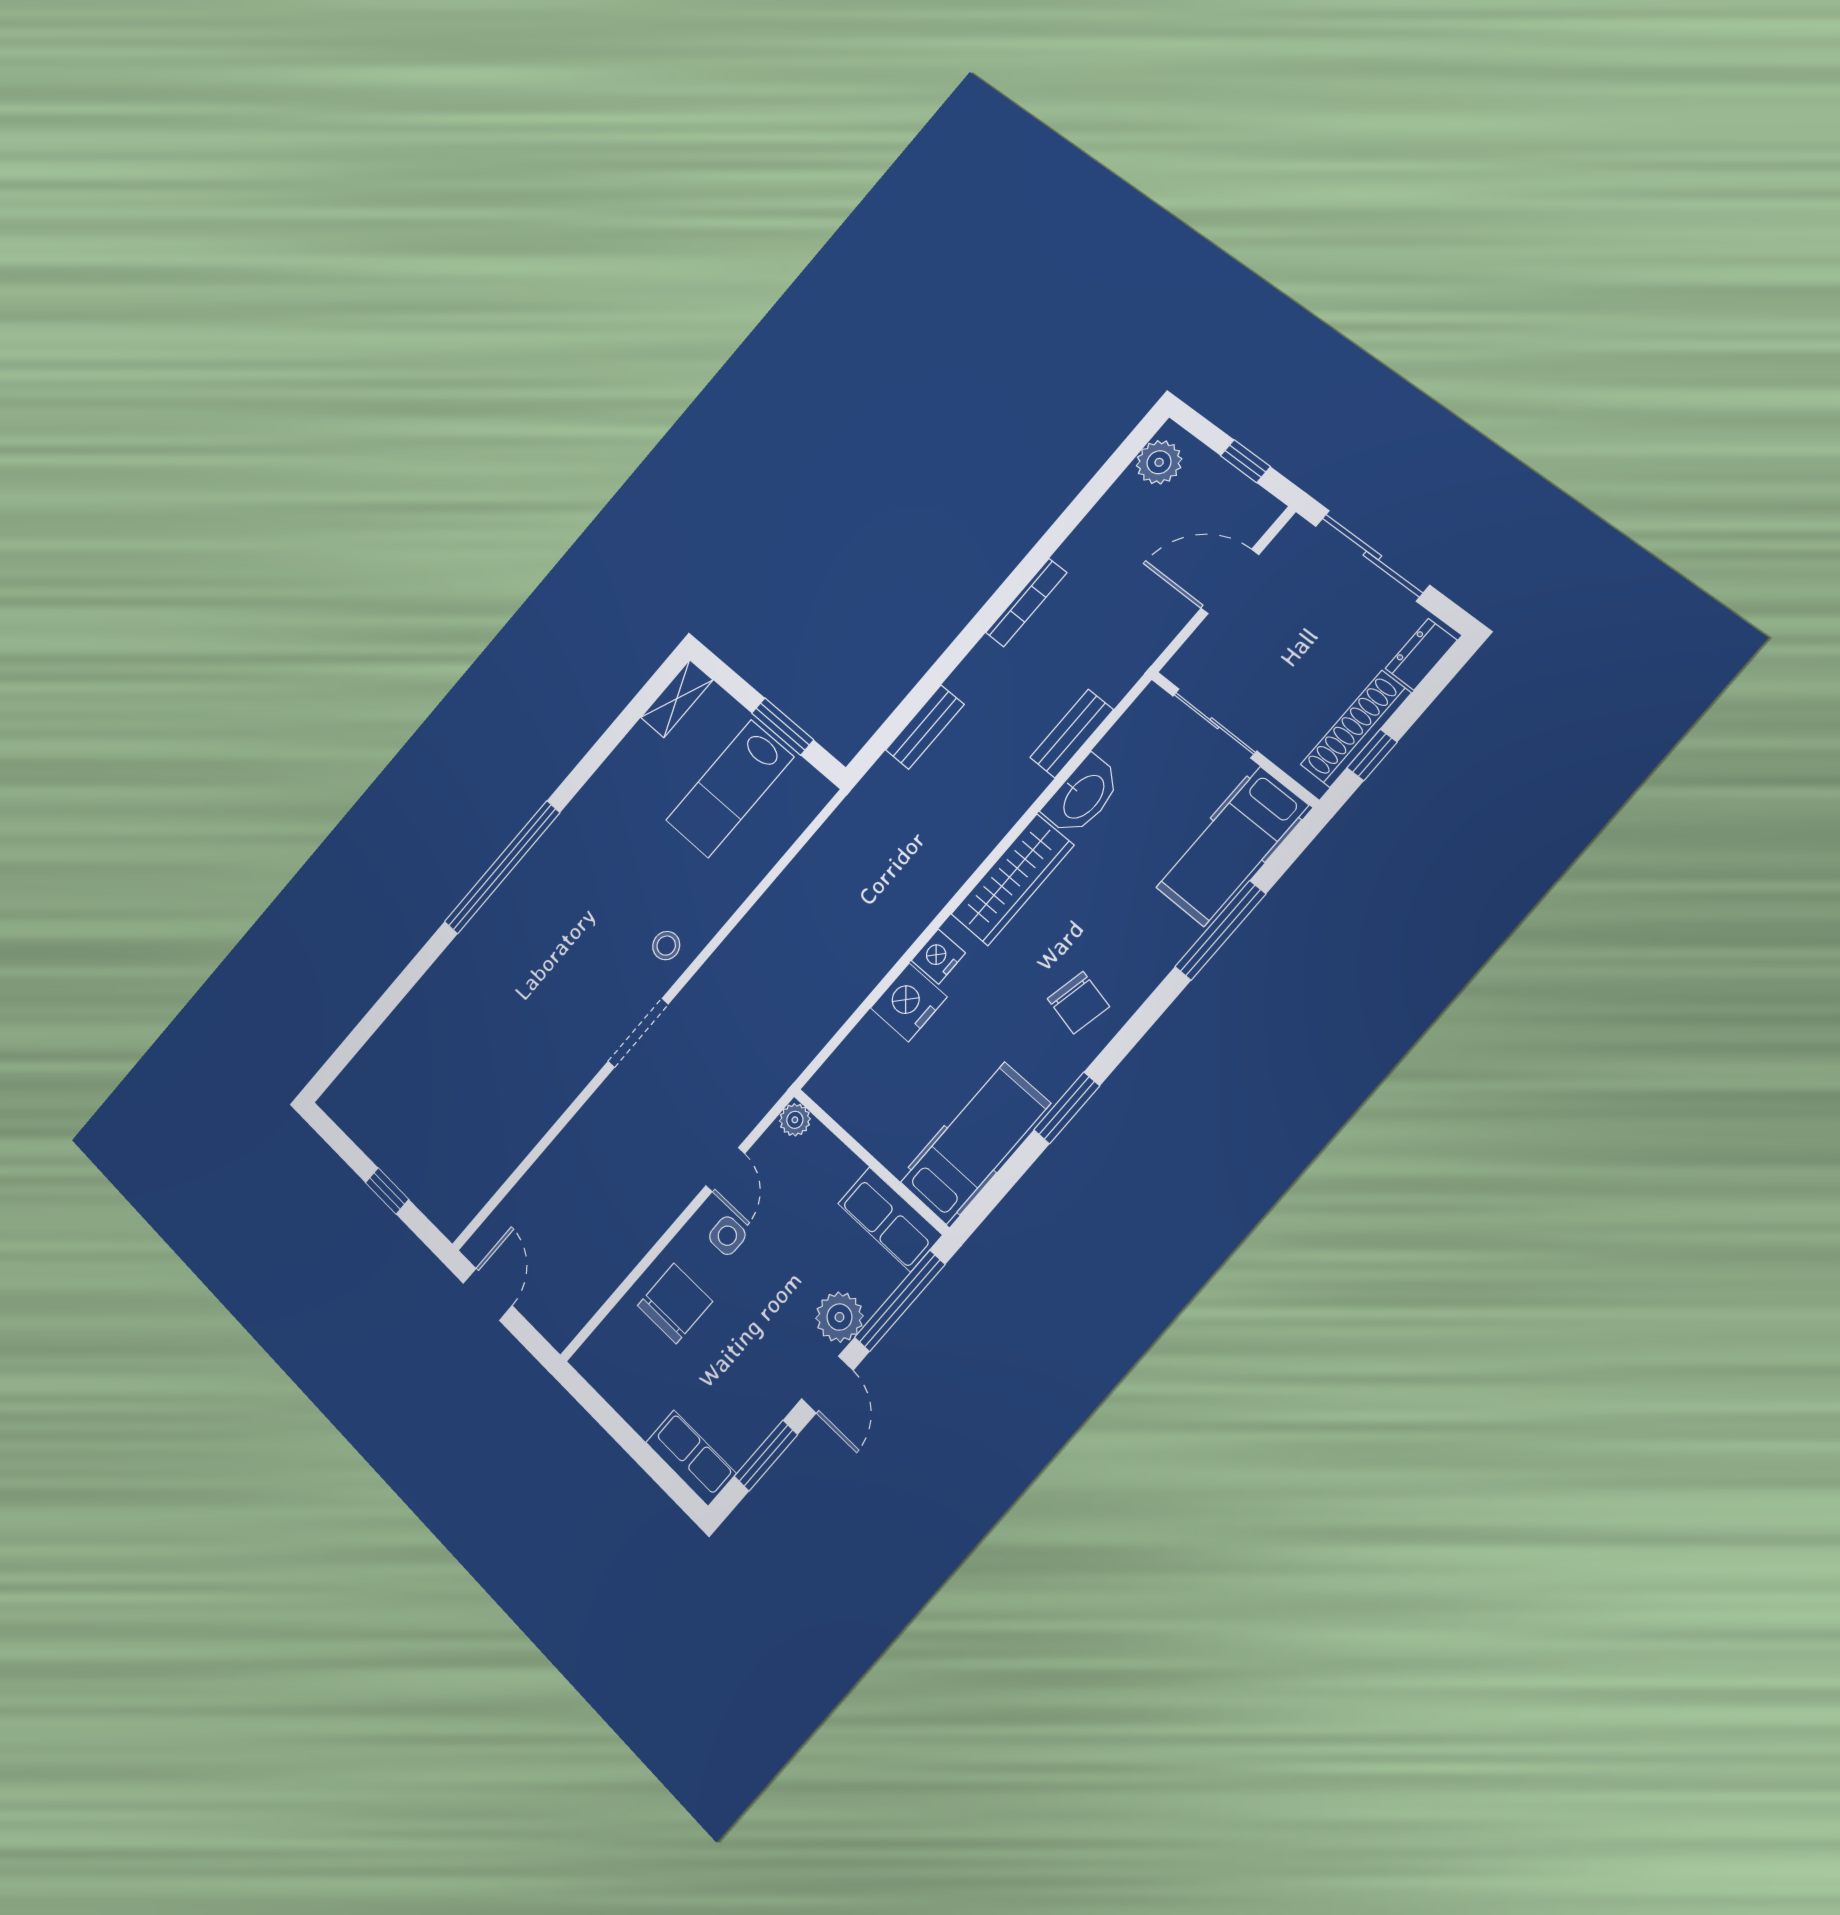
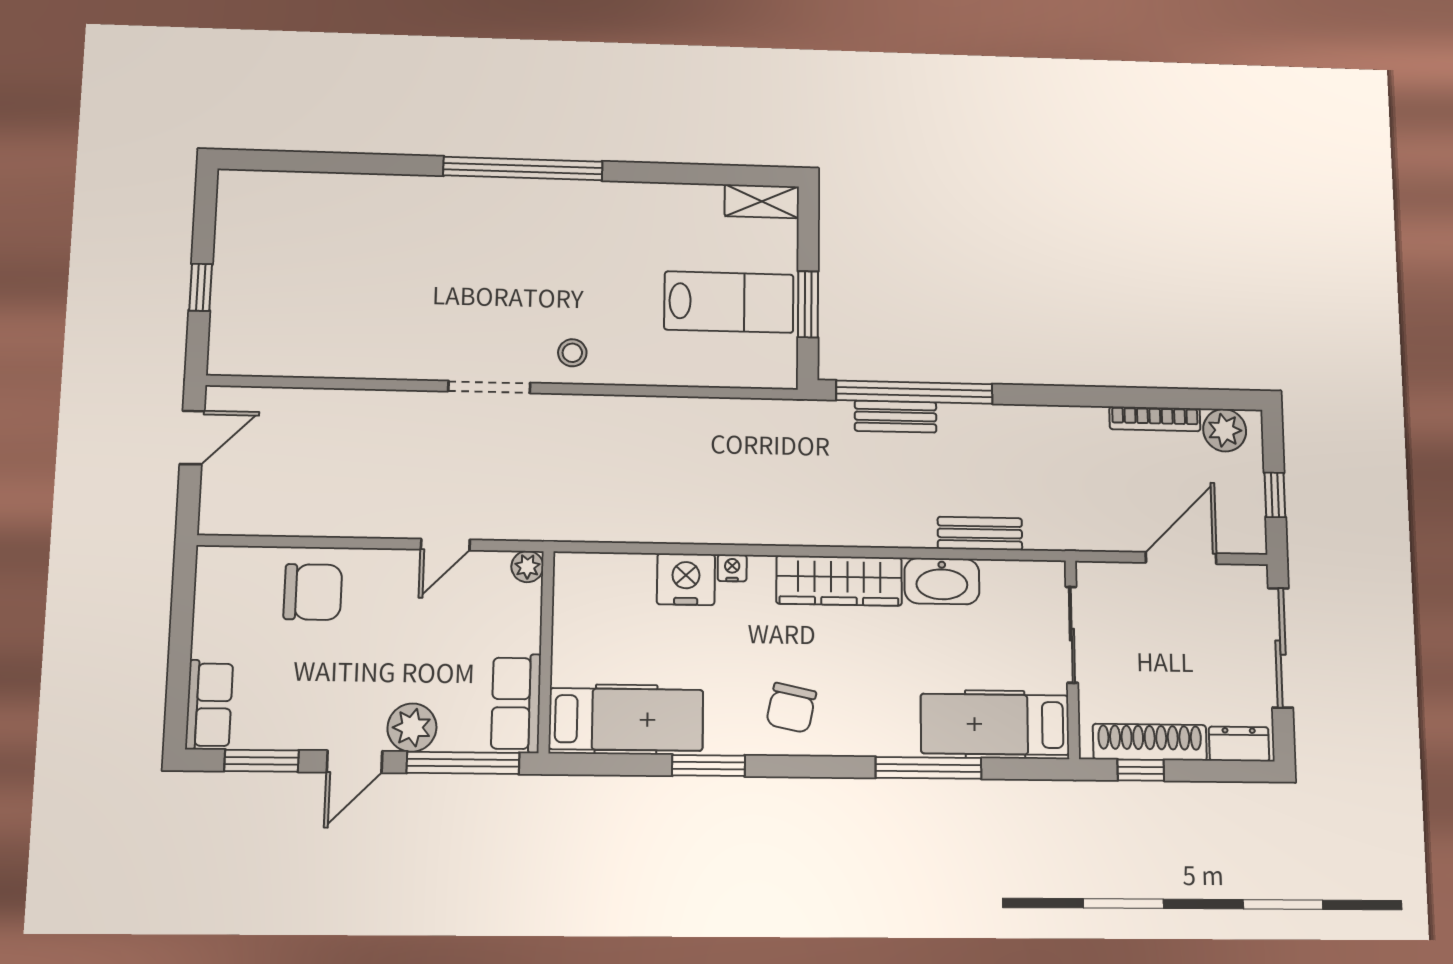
door: (1230, 581) -> (1181, 558), hinge flipped
bookcase: (1026, 603) -> (1155, 419), moved
window: (919, 696) -> (914, 392), added
lab bench: (730, 789) -> (729, 302), turned 180
nightstand: (938, 957) -> (732, 568), width x0.72, depth x0.74
side table: (727, 1236) -> (398, 589), removed

